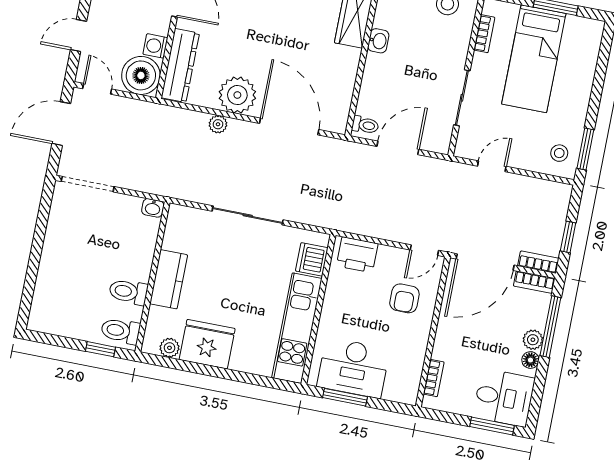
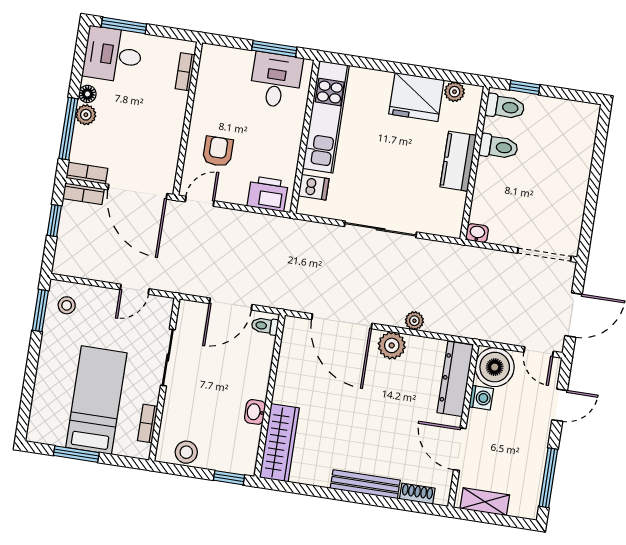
plant: (237, 95) -> (392, 345), width x0.73, depth x0.73
dishwasher: (312, 259) -> (314, 187), width x0.73
door: (485, 262) -> (138, 192), swing flipped
desk: (353, 368) -> (276, 80), width x0.73

